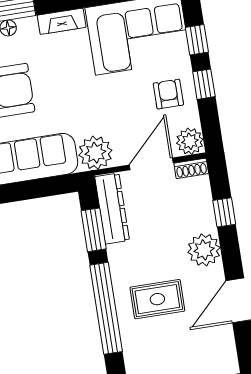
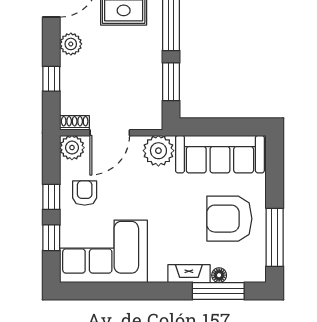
fireplace: (62, 21) -> (189, 274), moved
armchair: (168, 94) -> (85, 193), turned 180
dresser: (112, 209) -> (151, 98), removed
plant: (204, 250) -> (71, 44), width x0.73, depth x0.73

